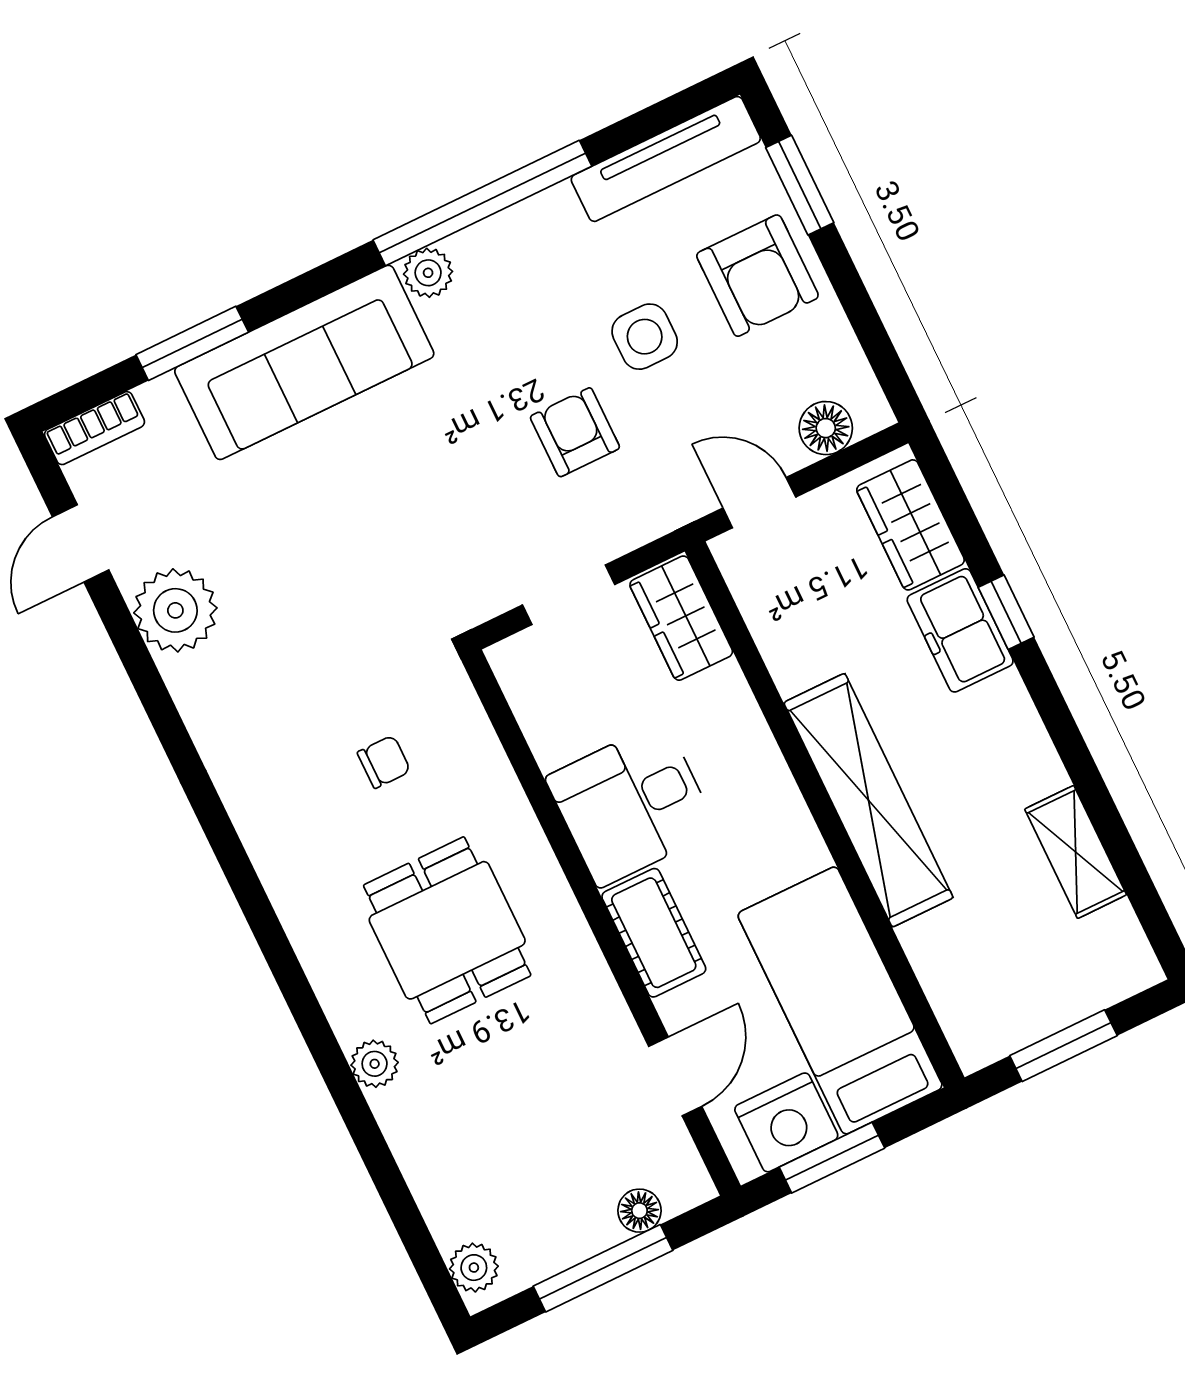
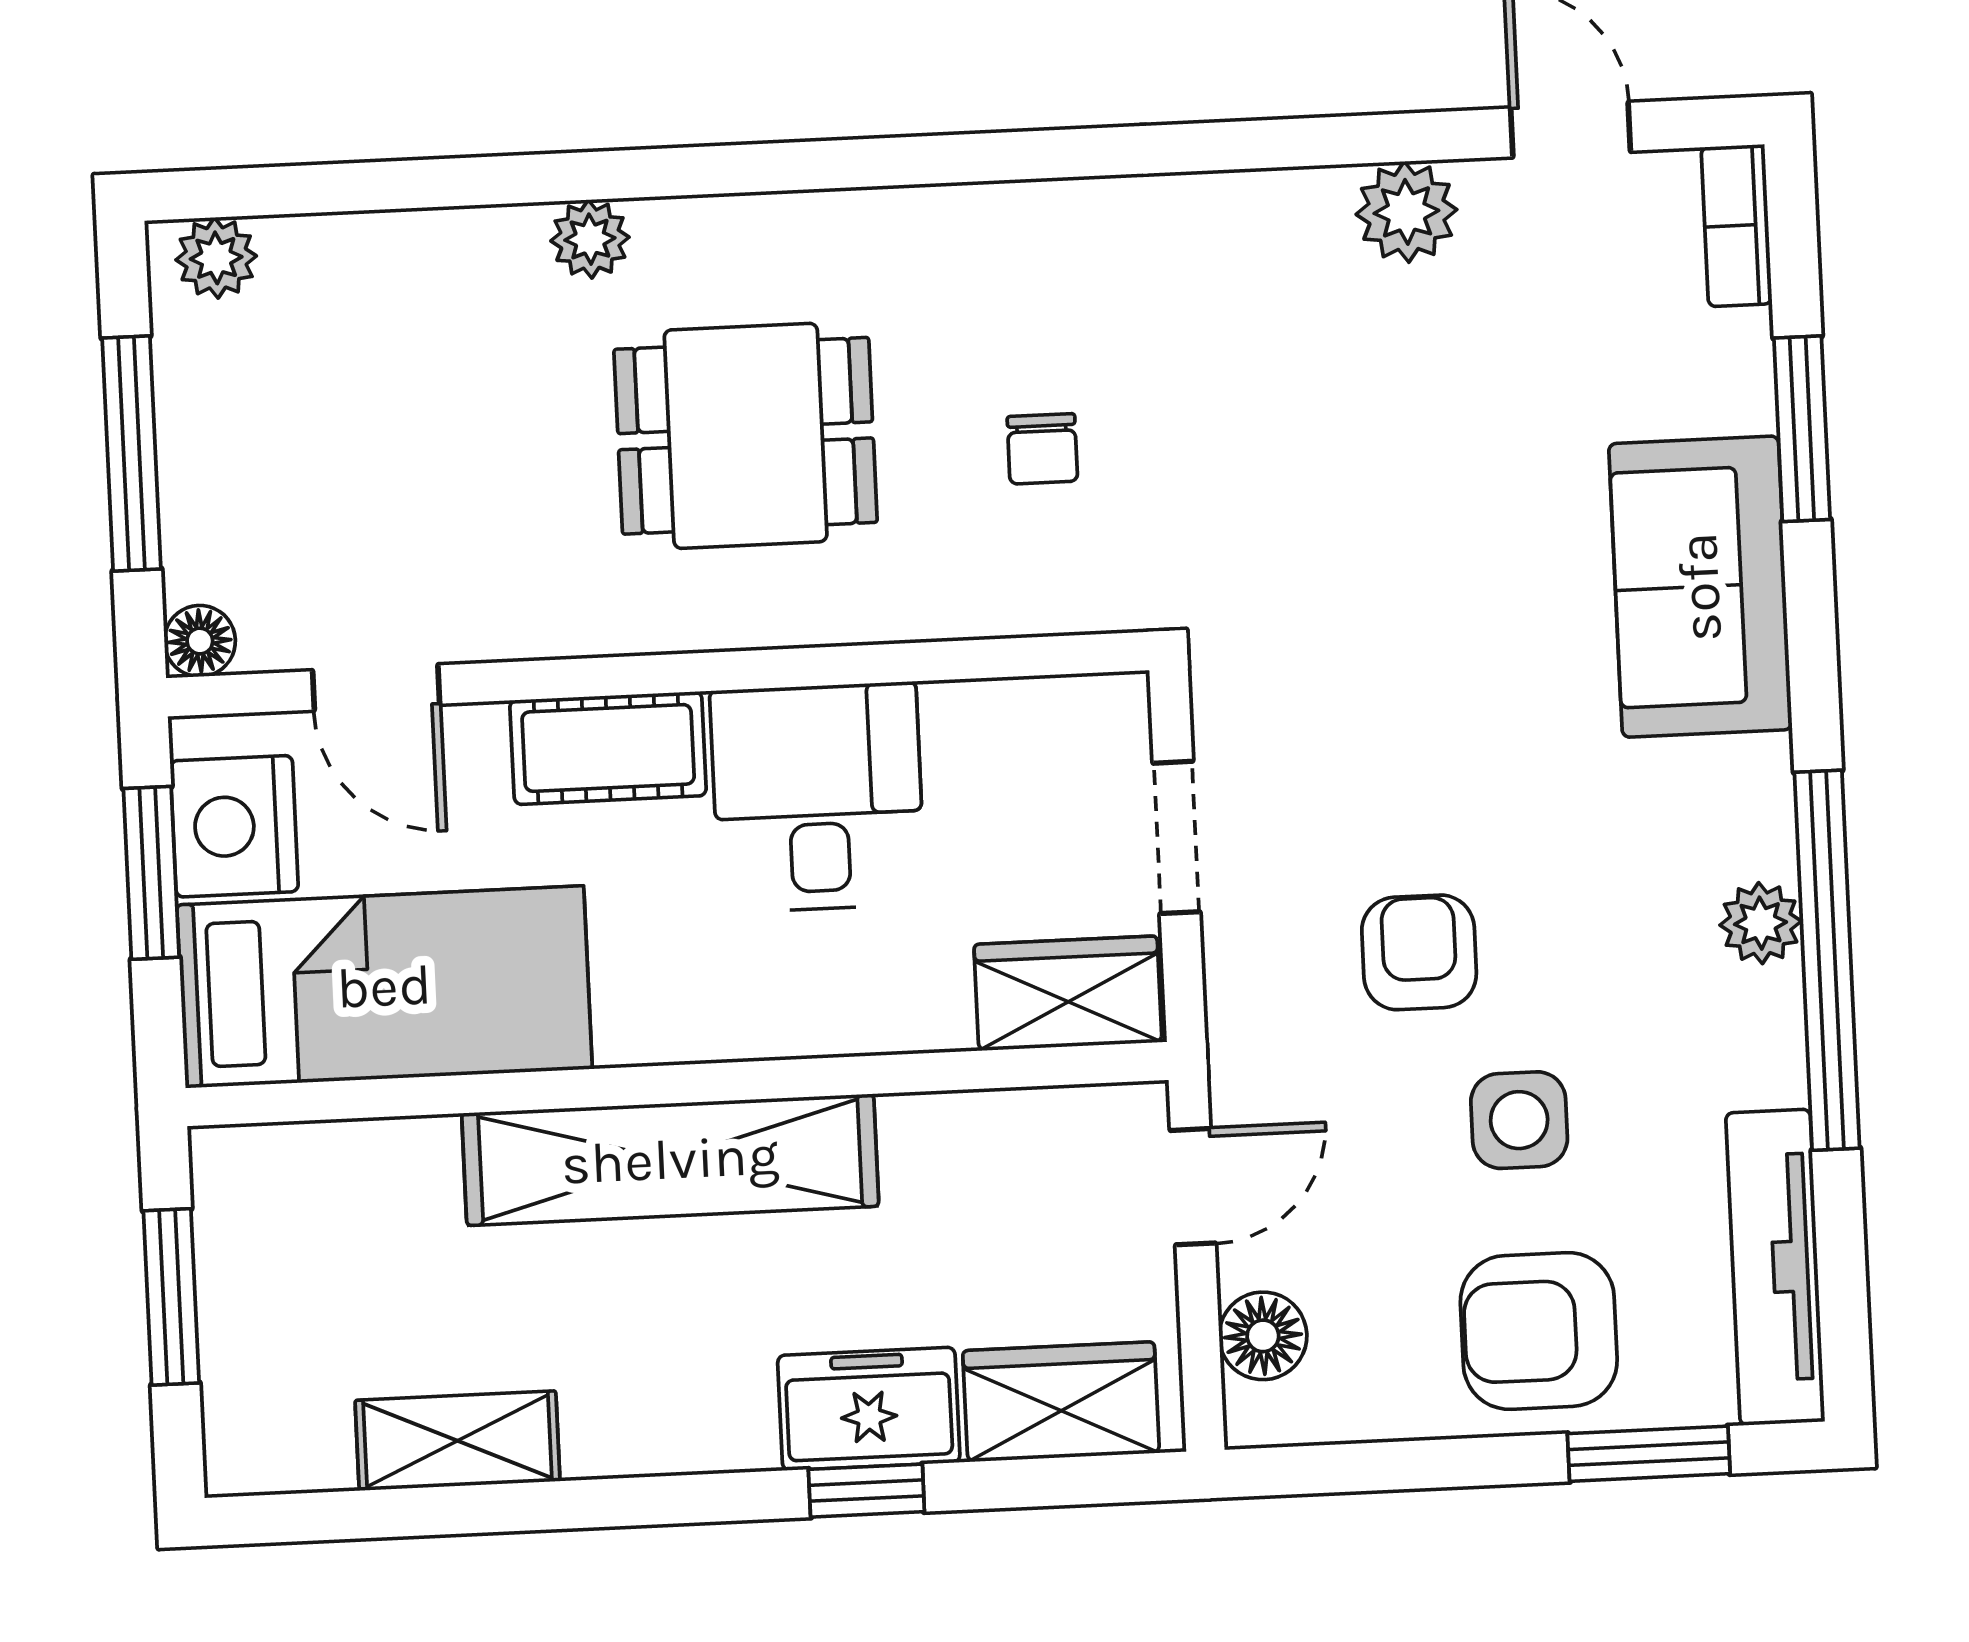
plant: (428, 273) -> (1761, 923), moved
sofa: (304, 362) -> (1700, 587), width x0.73
armchair: (575, 432) -> (1419, 952), turned -90
plant: (175, 610) -> (1406, 212), width x0.73, depth x0.73
floor lamp: (639, 1211) -> (200, 641), moved

